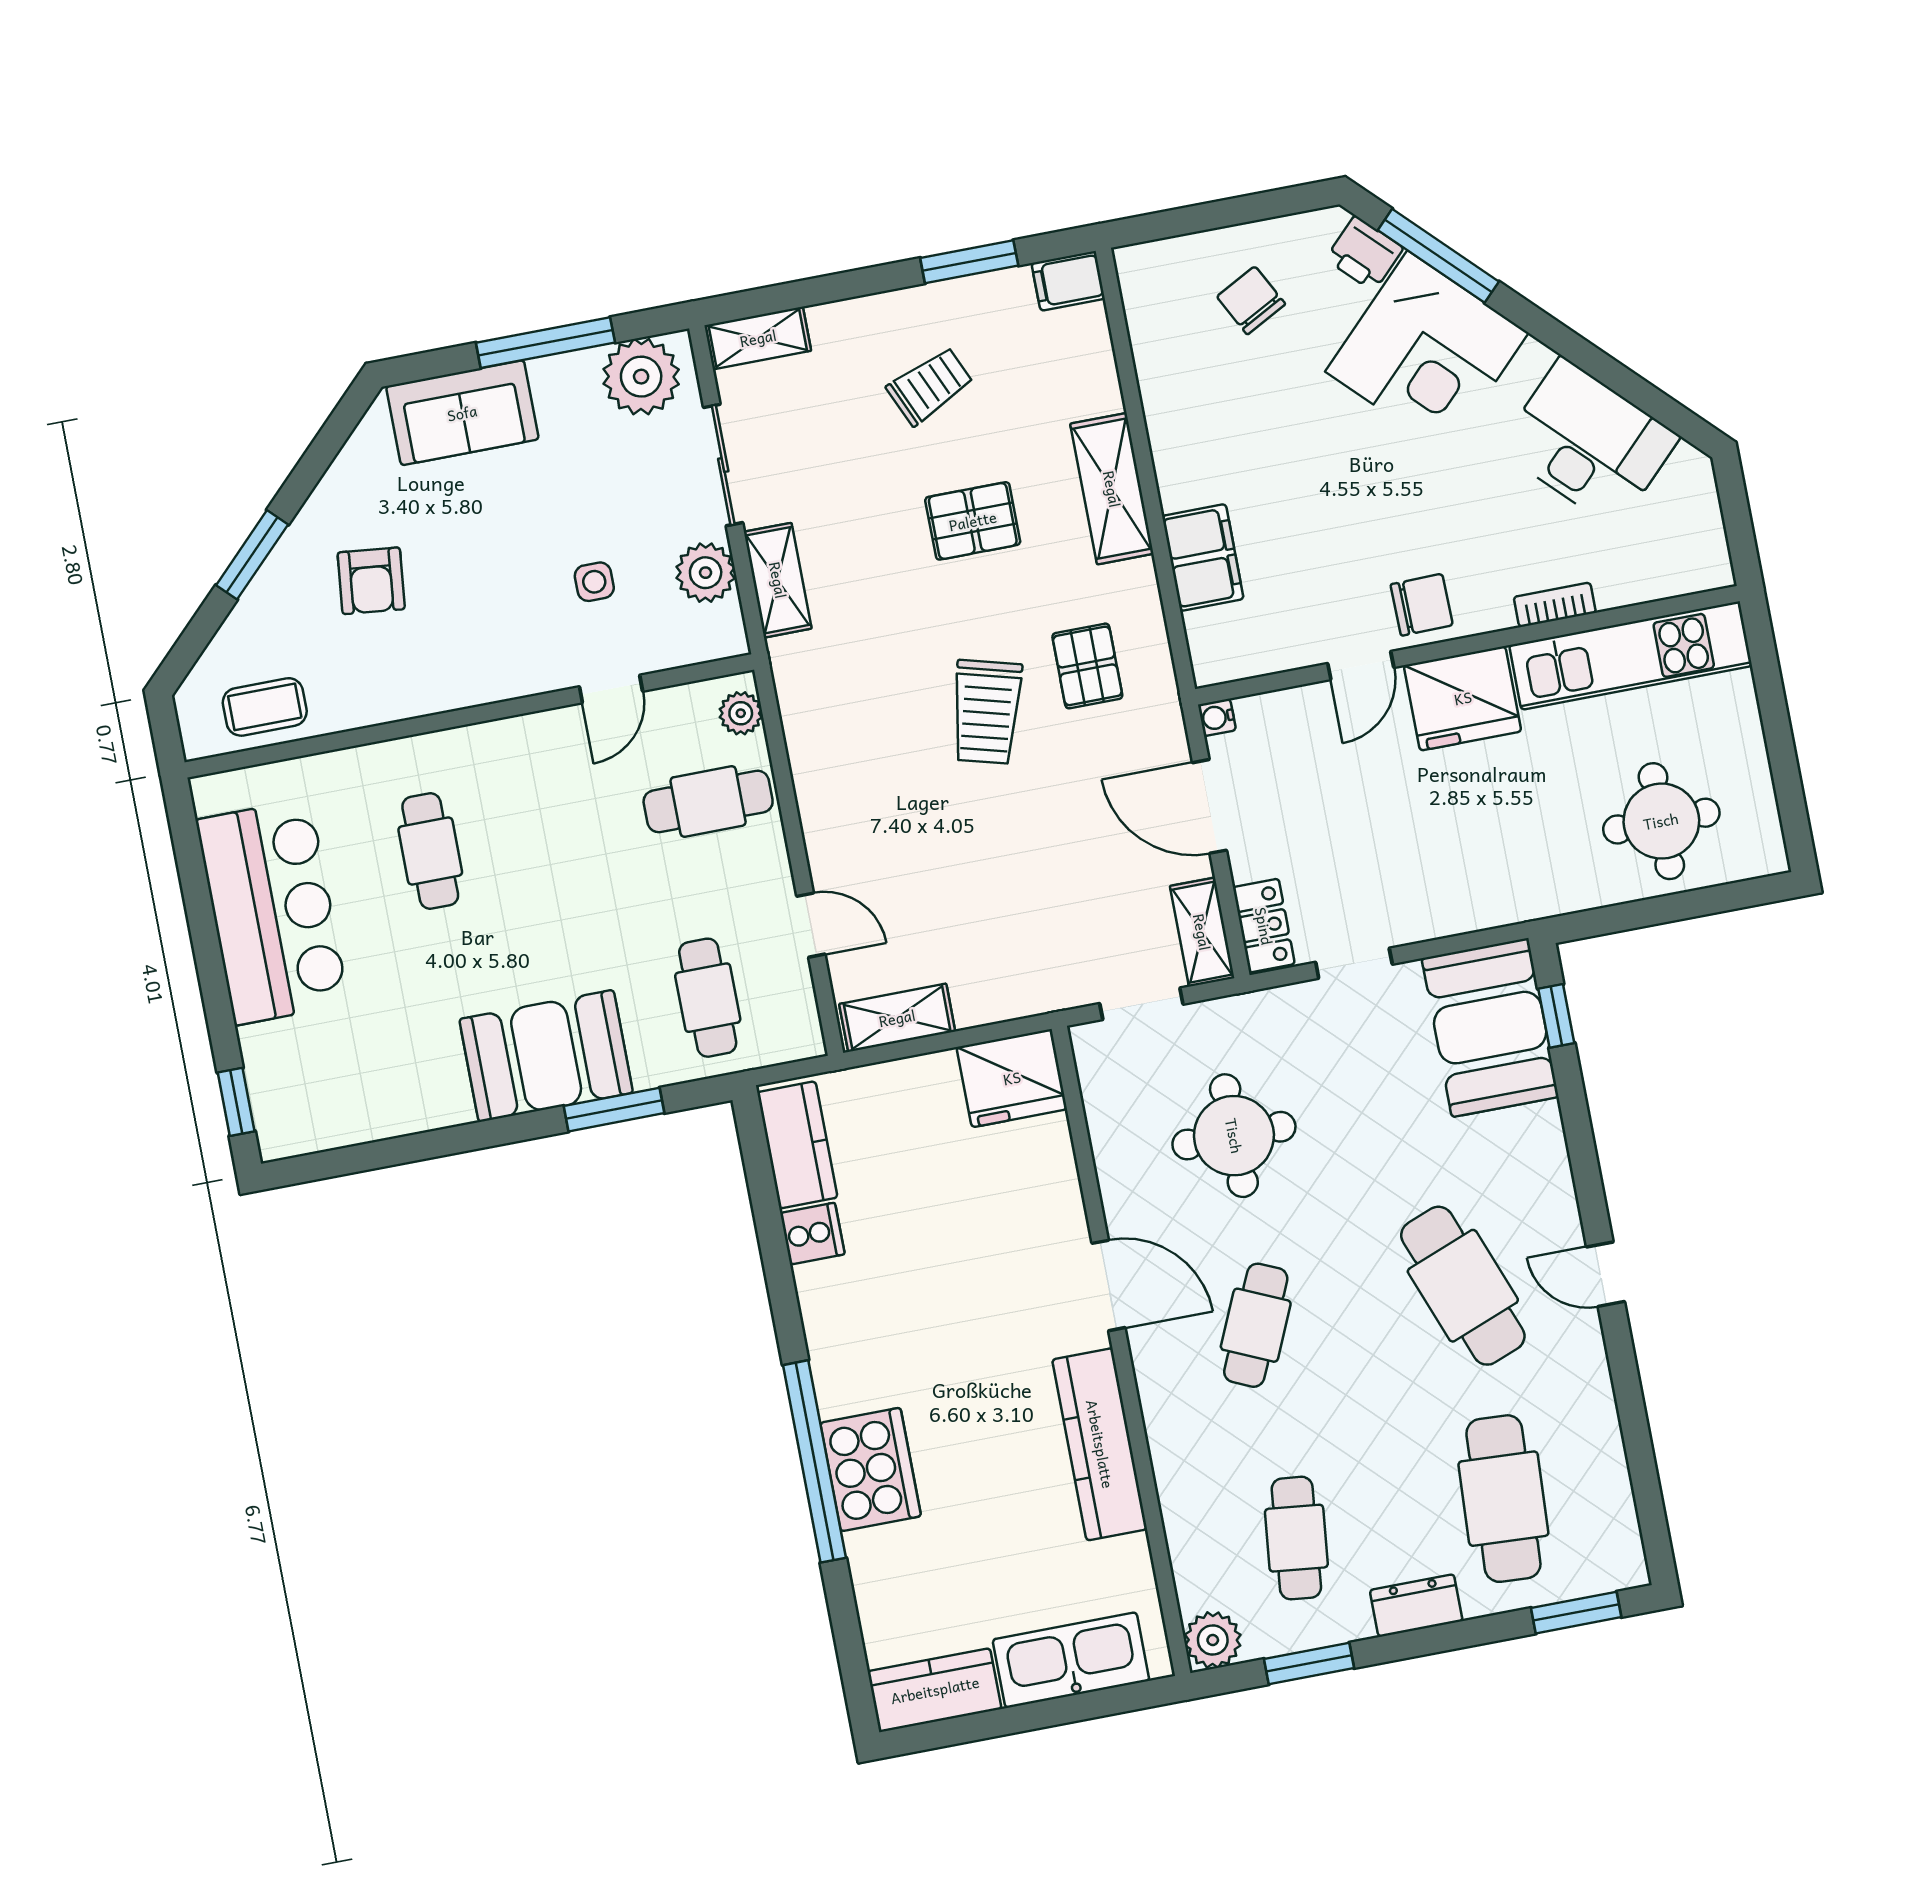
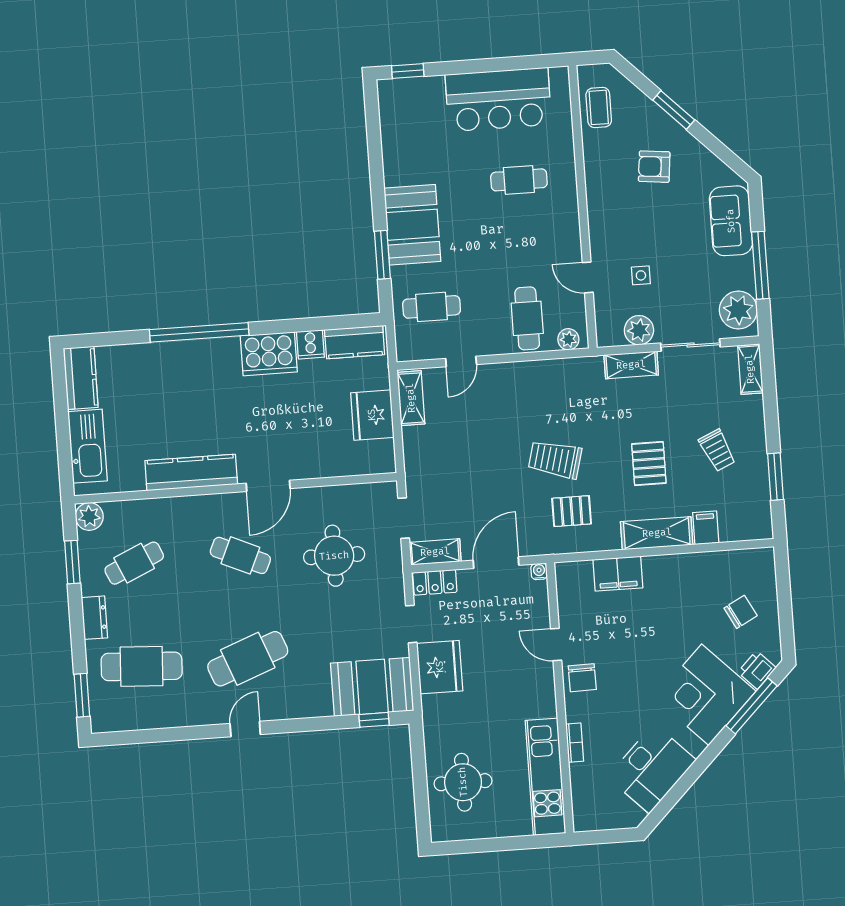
filing cabinet: (1068, 281) -> (706, 528), moved
fridge: (1463, 698) -> (440, 667), moved, turned 180
fridge: (1012, 1078) -> (372, 415), moved
cooker: (871, 1469) -> (269, 354), moved
cafe table: (1296, 1538) -> (134, 563), turned -30

